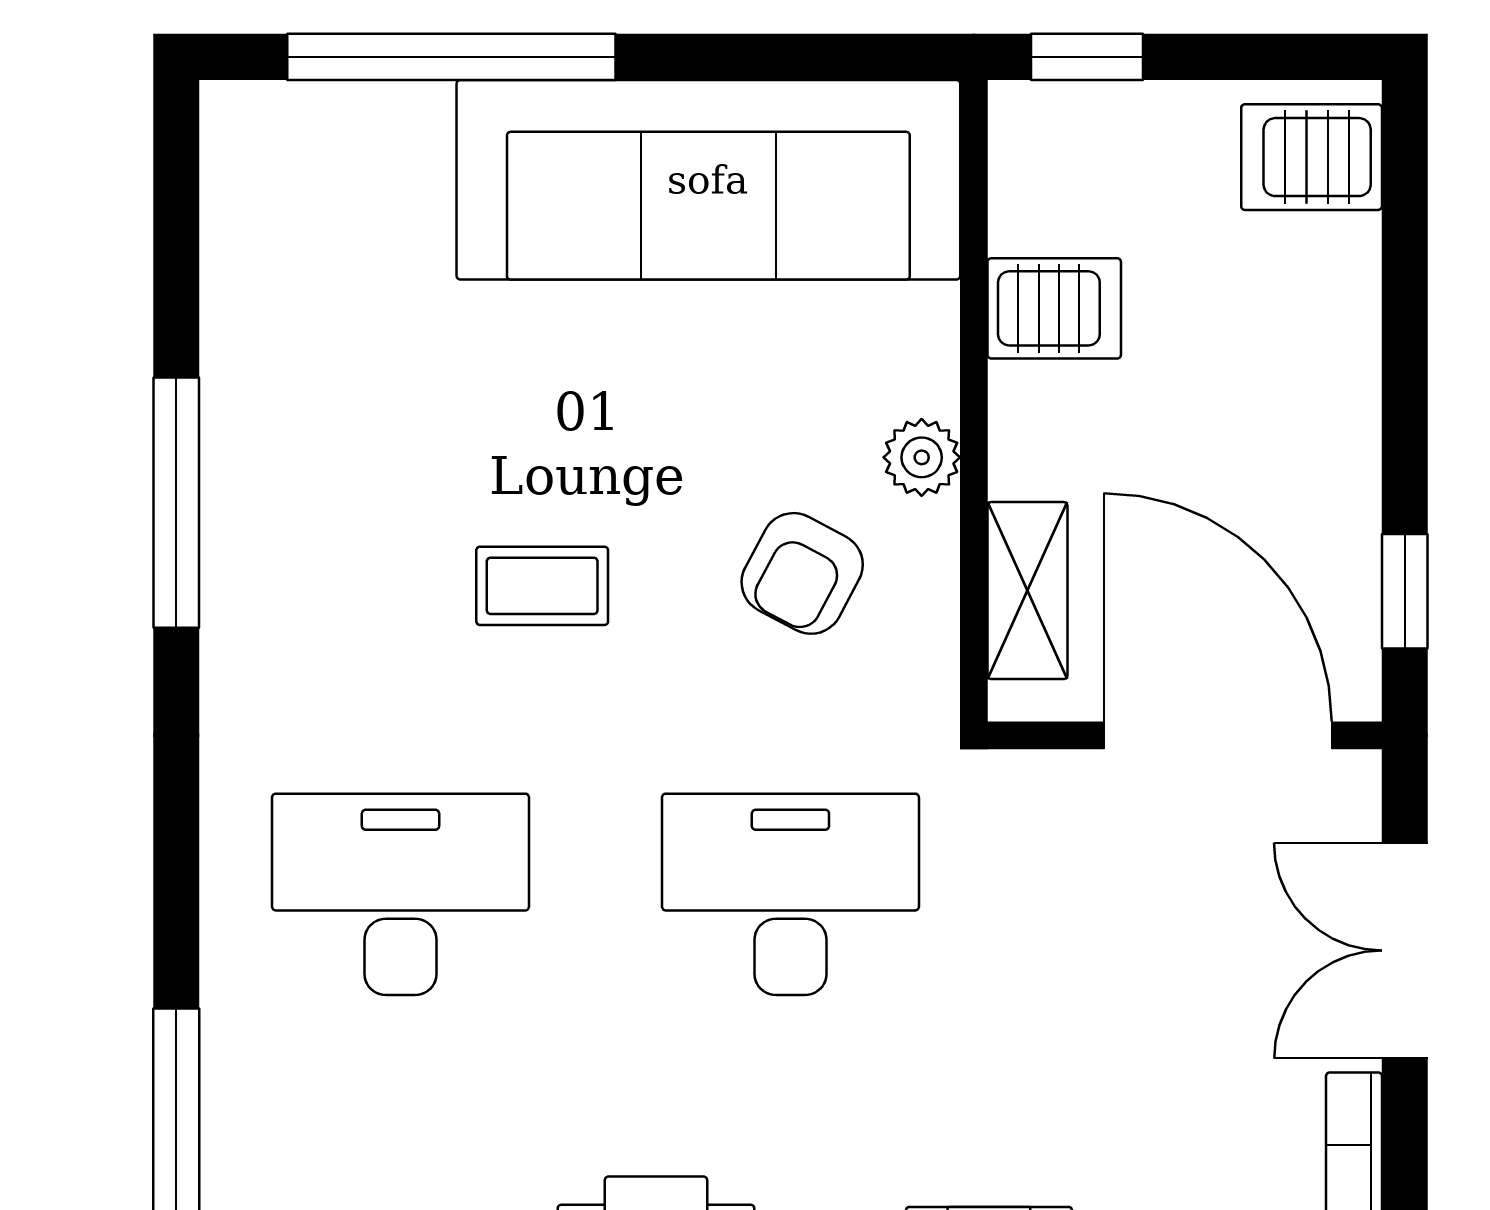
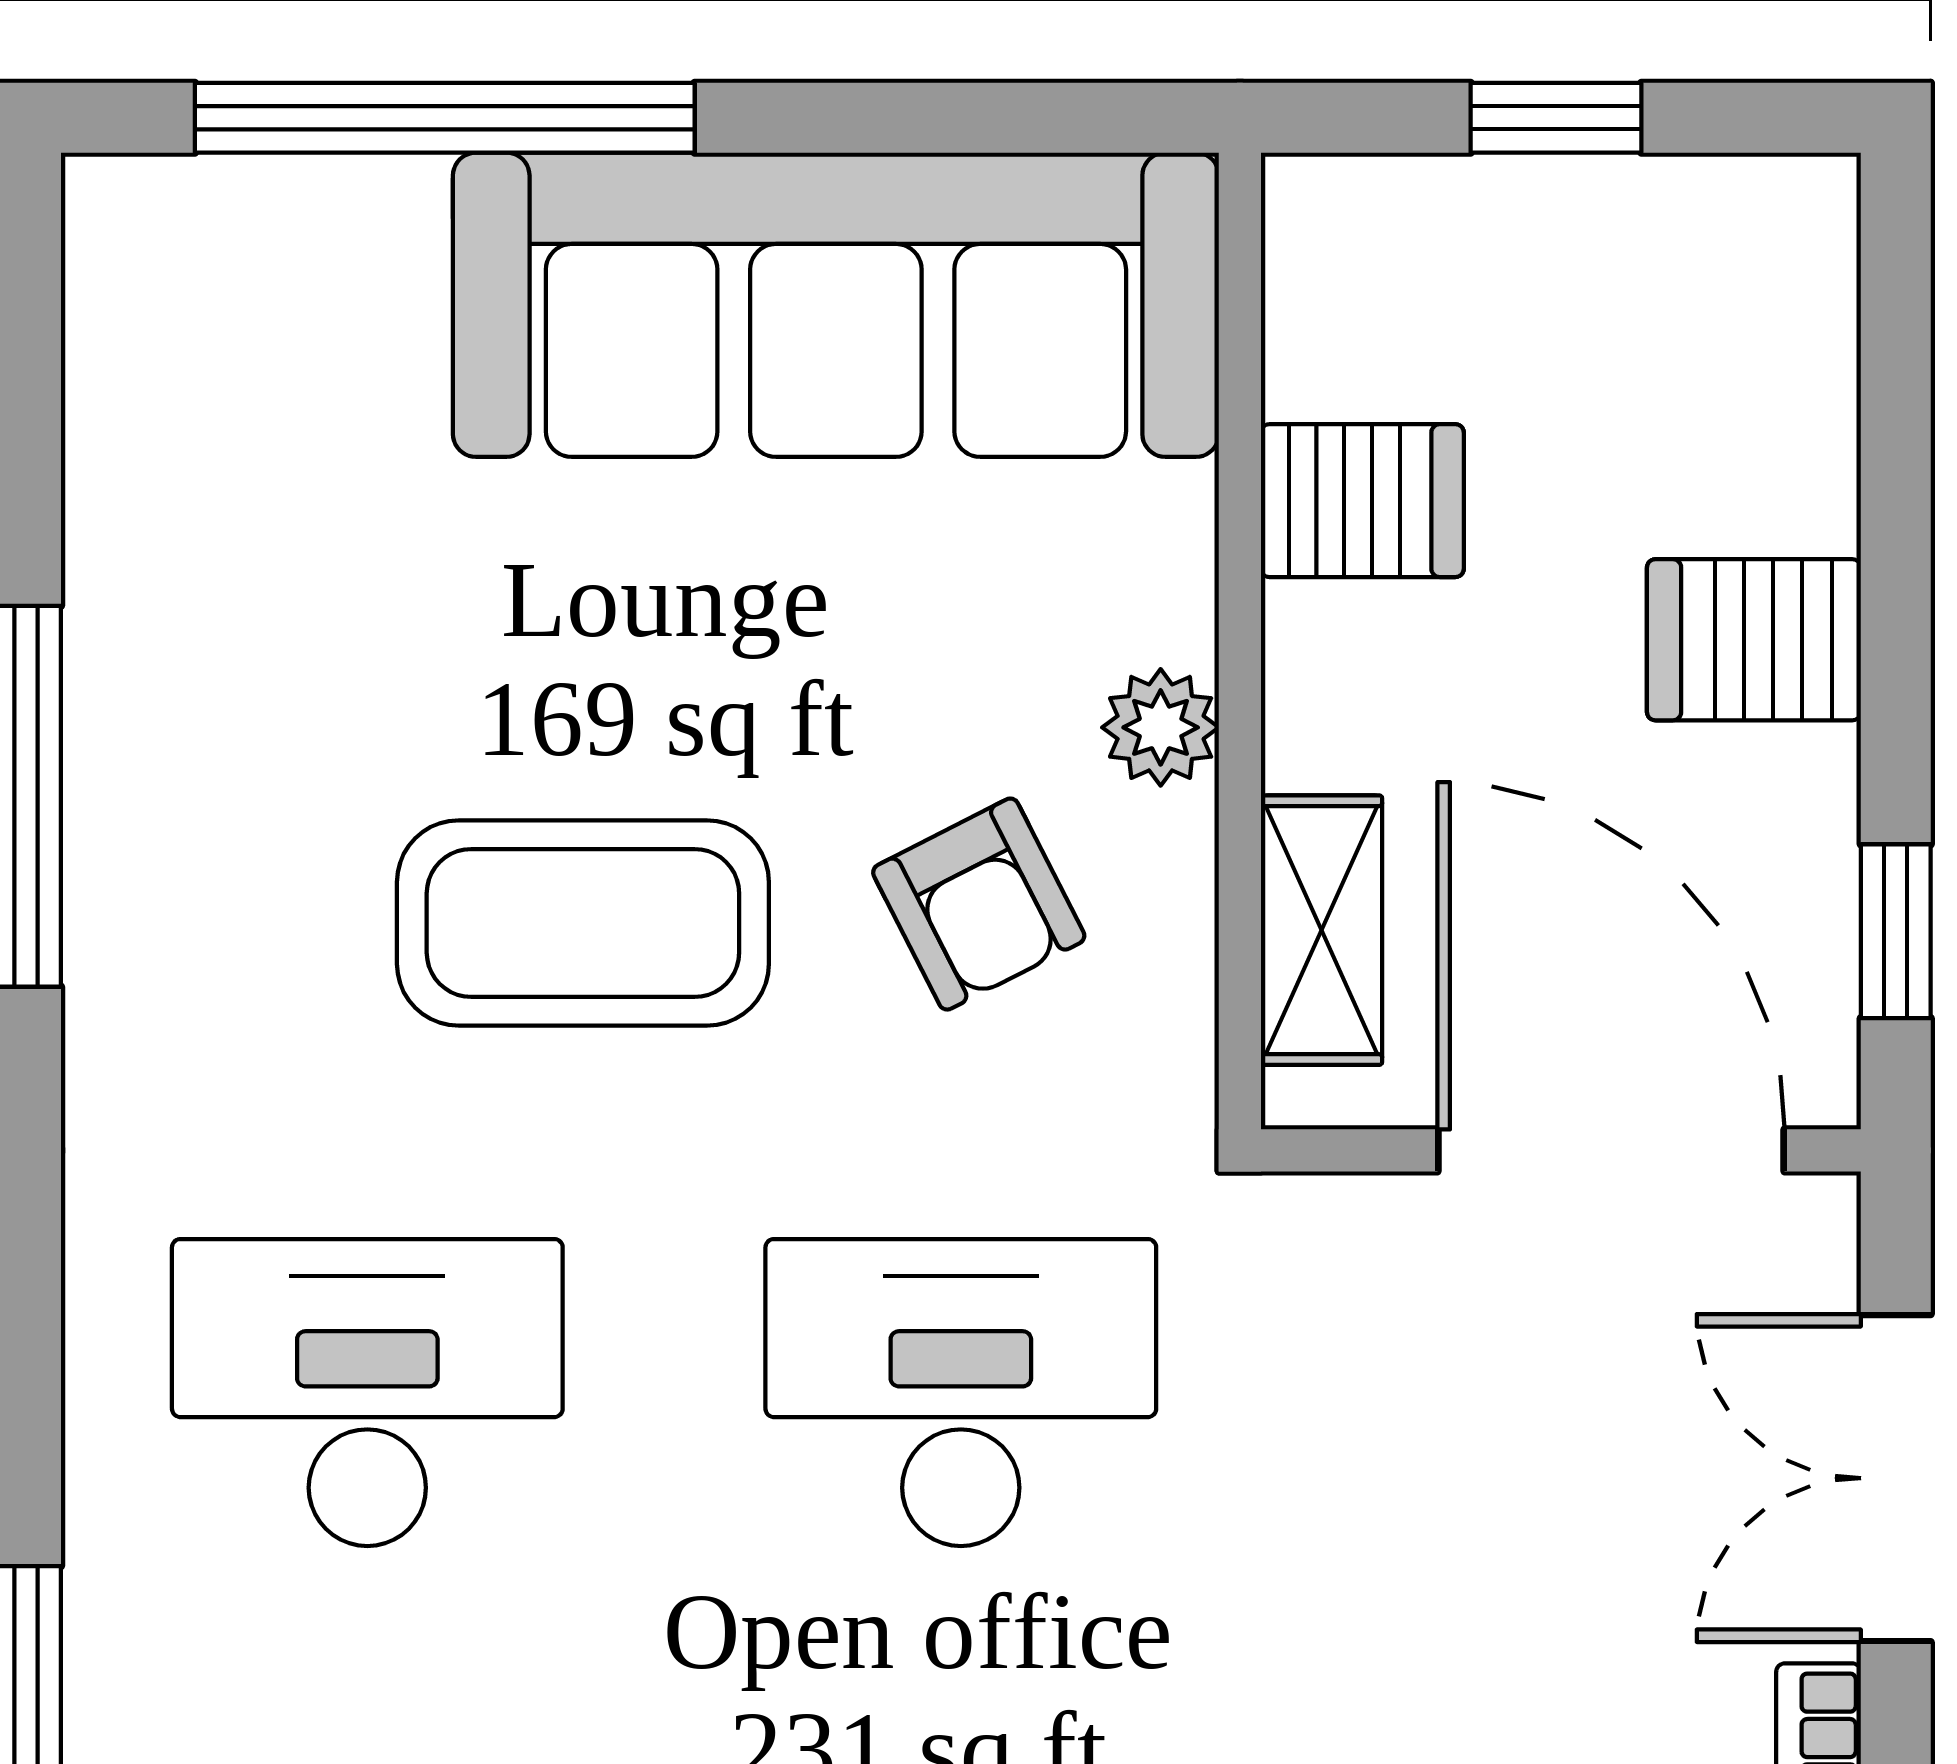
window: (1087, 57) -> (1556, 118), moved
server rack: (1312, 157) -> (1754, 640), moved
armchair: (802, 573) -> (979, 904), turned -55
coffee table: (542, 586) -> (583, 923), width x1.86, depth x1.72

